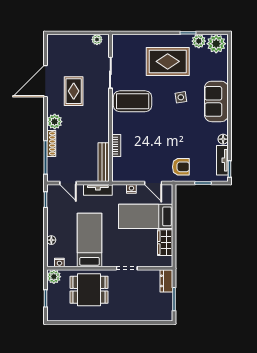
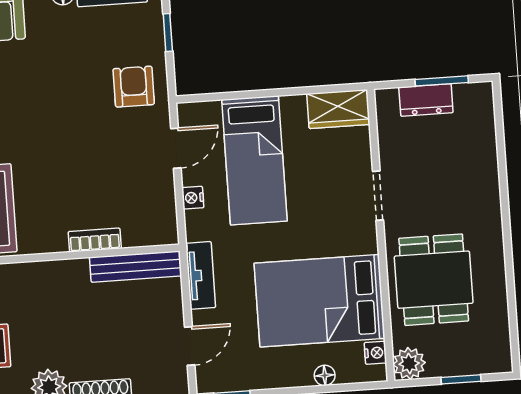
bed: (89, 240) -> (319, 301), width x1.50
wardrobe: (165, 243) -> (338, 109), moved
dresser: (166, 281) -> (426, 100), moved

